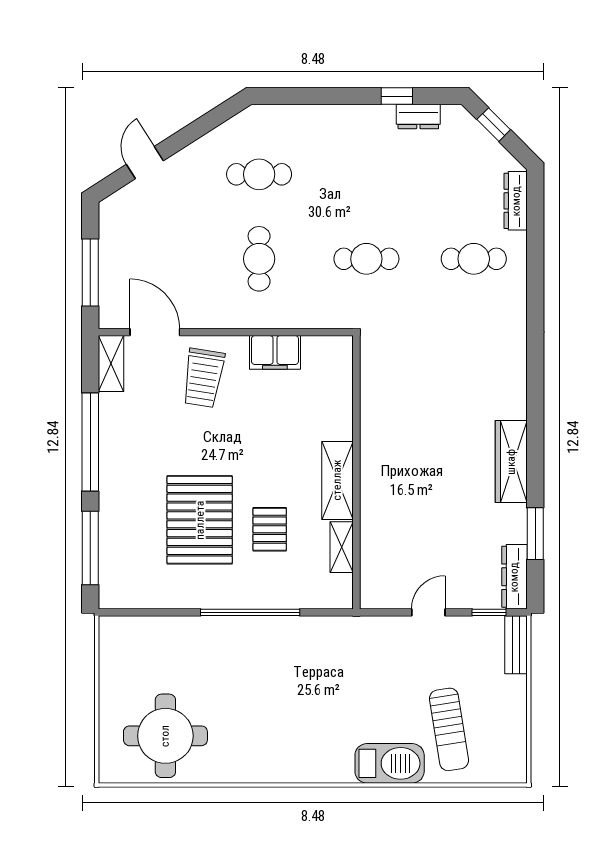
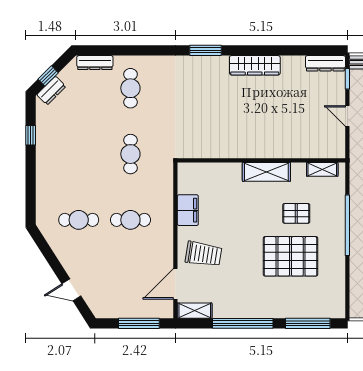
dresser: (418, 117) -> (51, 91), moved, turned 45
cafe table: (259, 174) -> (79, 220), turned 90
window: (535, 534) -> (205, 50), moved
shelving: (342, 547) -> (322, 169), moved

